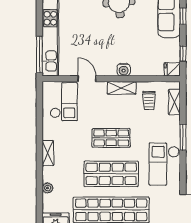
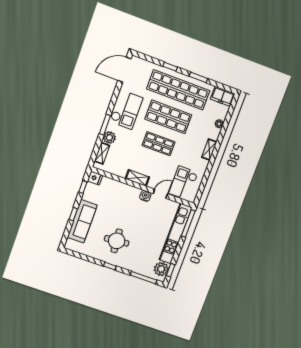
water cooler: (124, 70) -> (145, 196), moved
door: (87, 79) -> (160, 194), swing flipped
trolley: (149, 100) -> (120, 161), removed
plant: (172, 124) -> (109, 138), added

